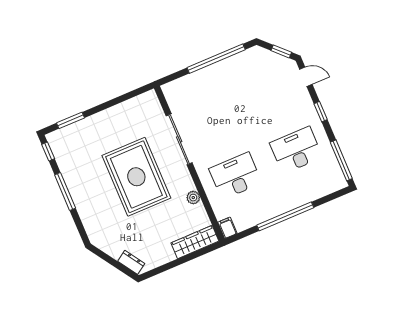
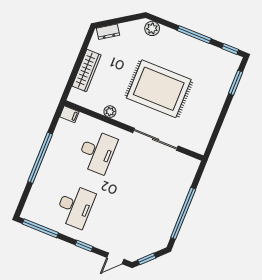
plant: (94, 230) -> (152, 28), added
wardrobe: (195, 242) -> (87, 70), moved

